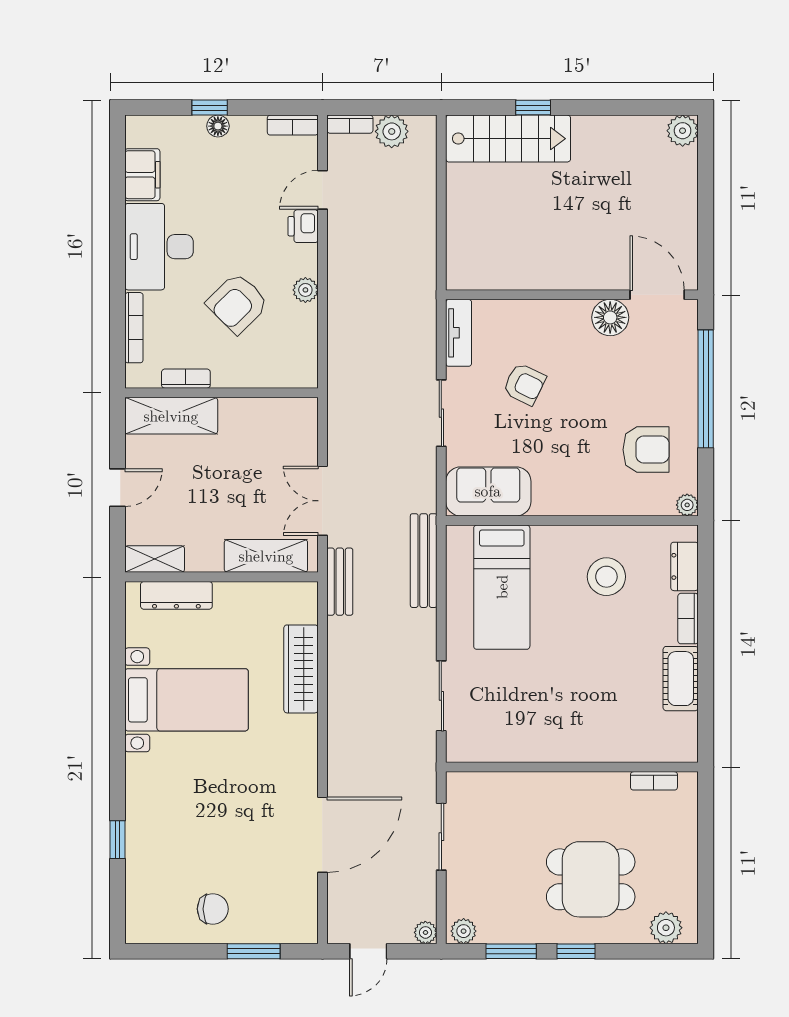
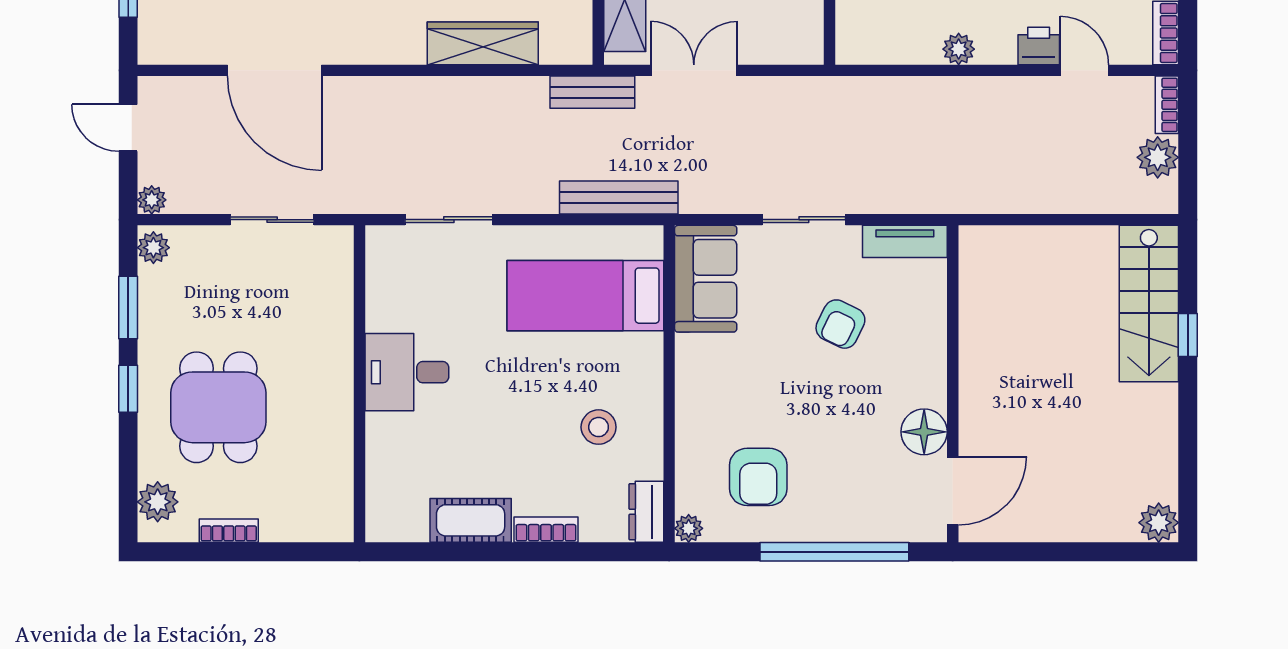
dresser: (685, 566) -> (646, 512), moved, turned -90
stool: (606, 577) -> (599, 427), width x0.73, depth x0.73
desk: (563, 729) -> (407, 372), added
bookcase: (654, 781) -> (229, 531), moved, turned 90

